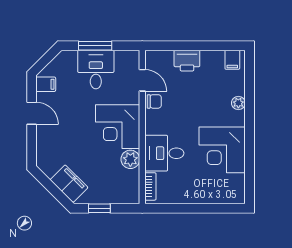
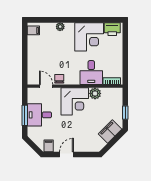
printer: (187, 61) -> (112, 29), moved, turned 90
door: (142, 80) -> (46, 86), hinge flipped

